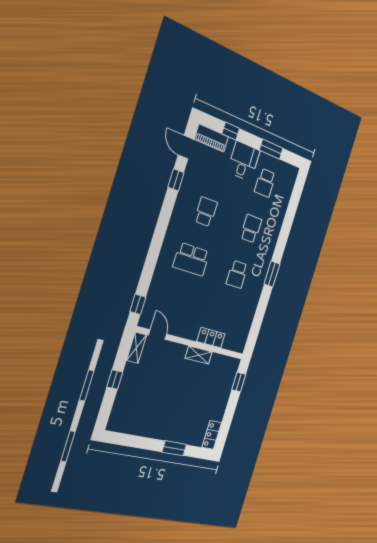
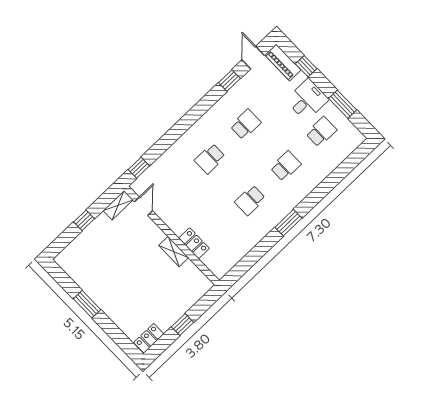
school desk: (265, 183) -> (321, 132), turned 180
school desk: (191, 259) -> (210, 159), width x0.54
window: (239, 382) -> (183, 325), moved
window: (174, 448) -> (87, 304), moved

